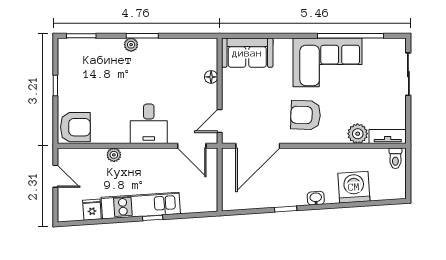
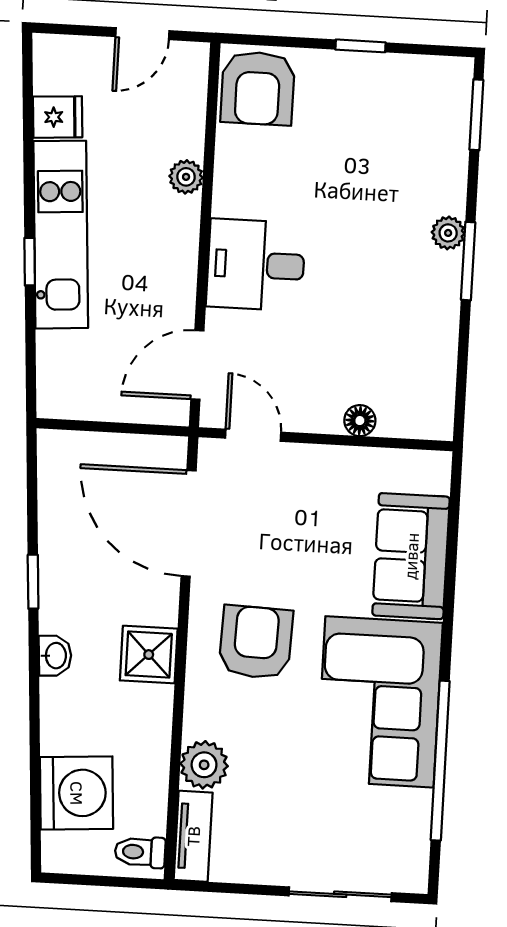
sofa: (247, 53) -> (411, 556), moved
shower: (313, 159) -> (149, 655), added
washing machine: (354, 187) -> (77, 793), moved

